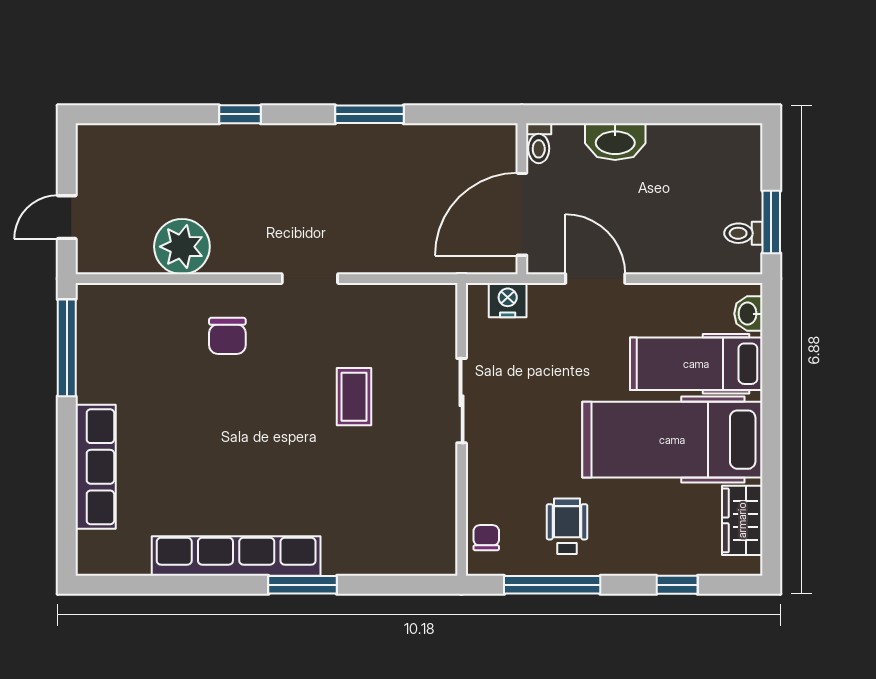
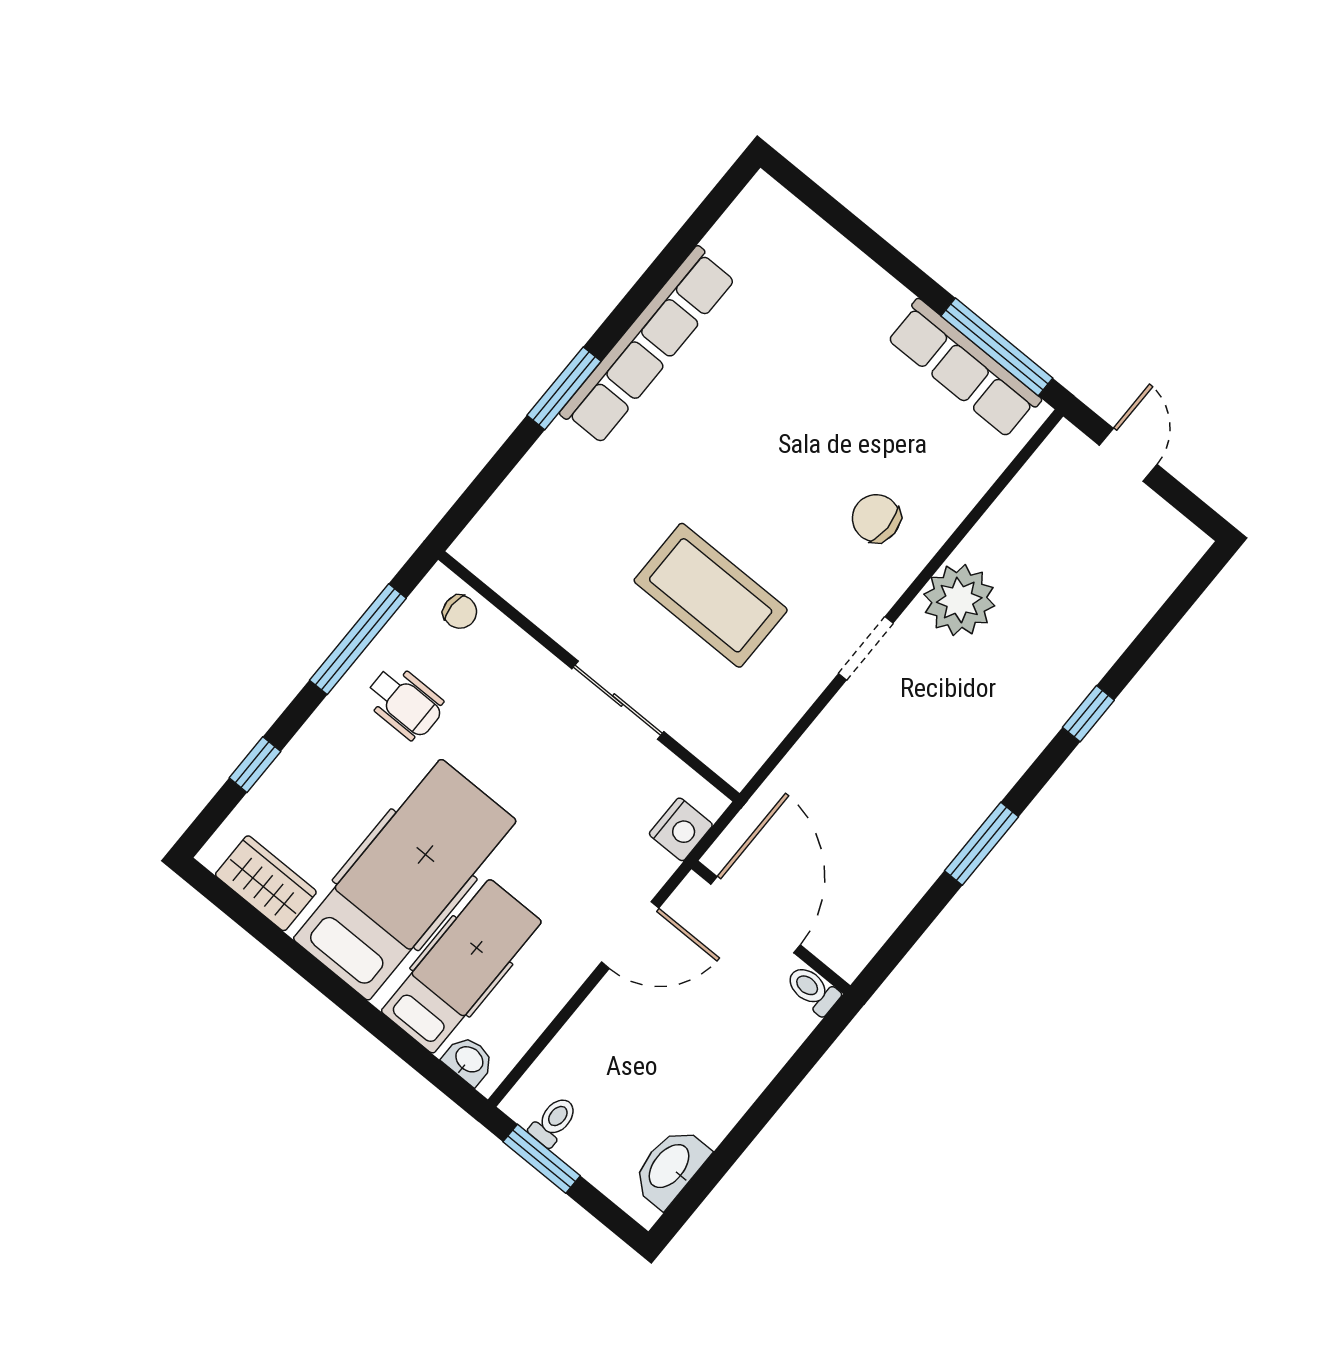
washbasin: (615, 142) -> (670, 1167), moved
plant: (182, 247) -> (959, 600), moved
coffee table: (354, 397) -> (711, 595), width x1.86, depth x1.72
row of seats: (96, 467) -> (964, 368), moved

